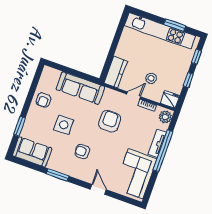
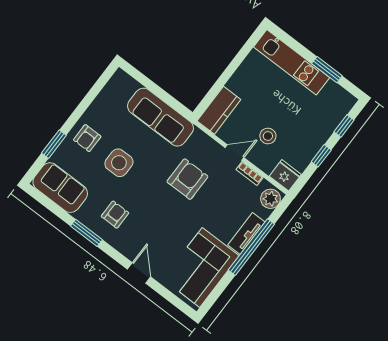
kitchen unit: (160, 31) -> (292, 62), width x0.73
armchair: (43, 100) -> (87, 138), moved
armchair: (82, 152) -> (115, 215), moved, turned 90

